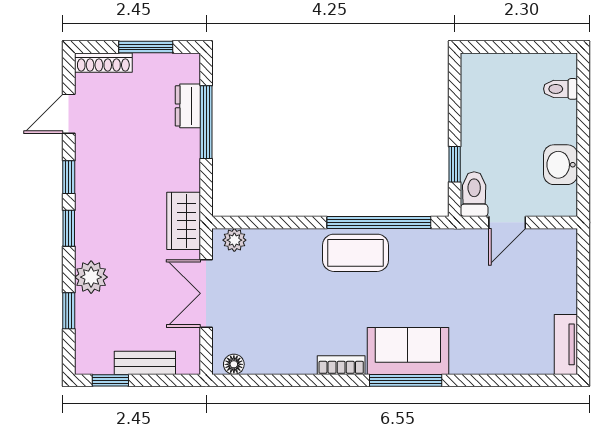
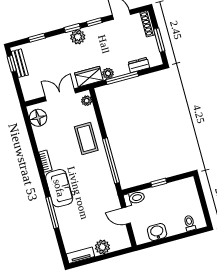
window: (206, 122) -> (122, 78), moved
window: (455, 164) -> (159, 183), moved
plant: (188, 177) -> (108, 73), added
coffee table: (355, 253) -> (86, 138), moved
plant: (91, 277) -> (78, 37), moved
plant: (561, 292) -> (102, 247), added
bench: (145, 363) -> (20, 63), moved
floor lamp: (234, 364) -> (38, 118), width x1.89, depth x1.89
window: (406, 380) -> (52, 213), moved

